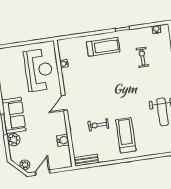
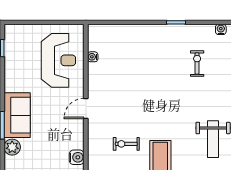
treadmill: (103, 47) -> (148, 42), removed

